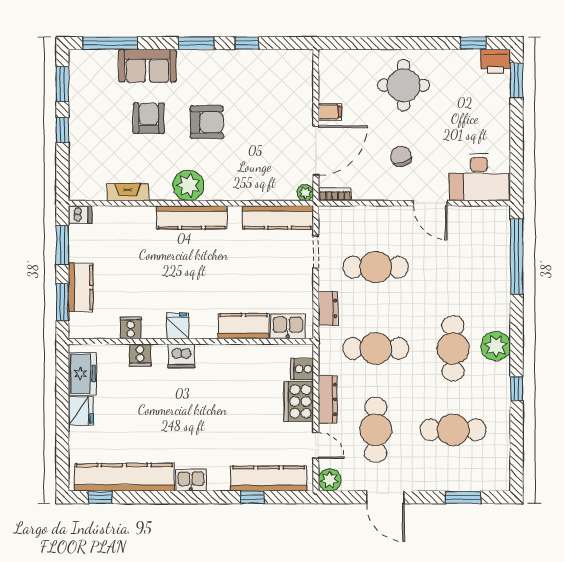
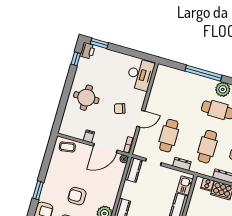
window: (247, 43) -> (45, 166), removed
coffee table: (297, 76) -> (67, 147), added
armchair: (207, 122) -> (77, 196), turned -90
door: (316, 151) -> (105, 148), swing flipped
door: (430, 203) -> (141, 119), moved
kitchen counter: (278, 217) -> (133, 170), width x0.67
window: (517, 257) -> (203, 73), moved

